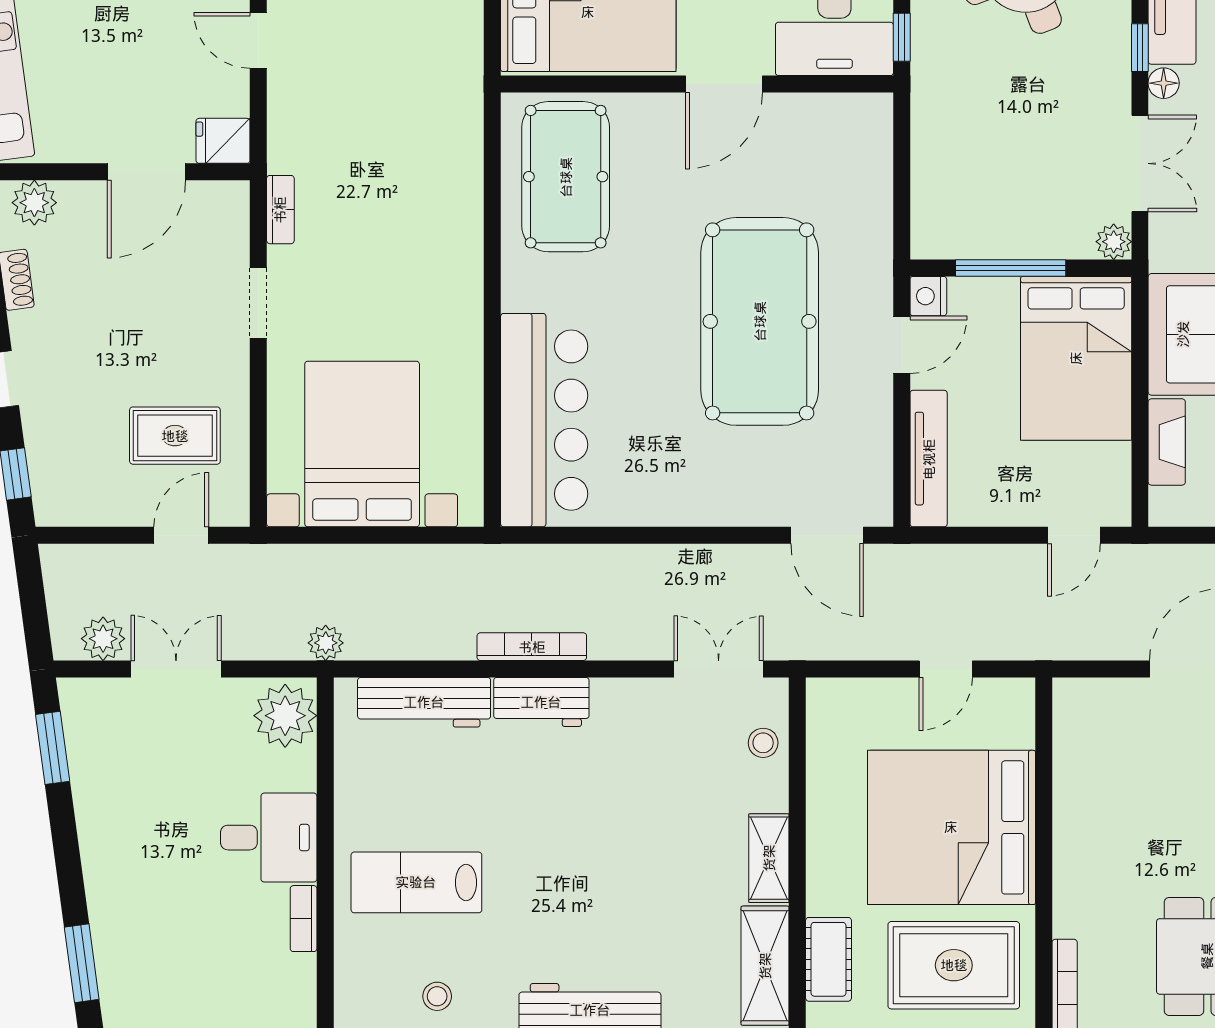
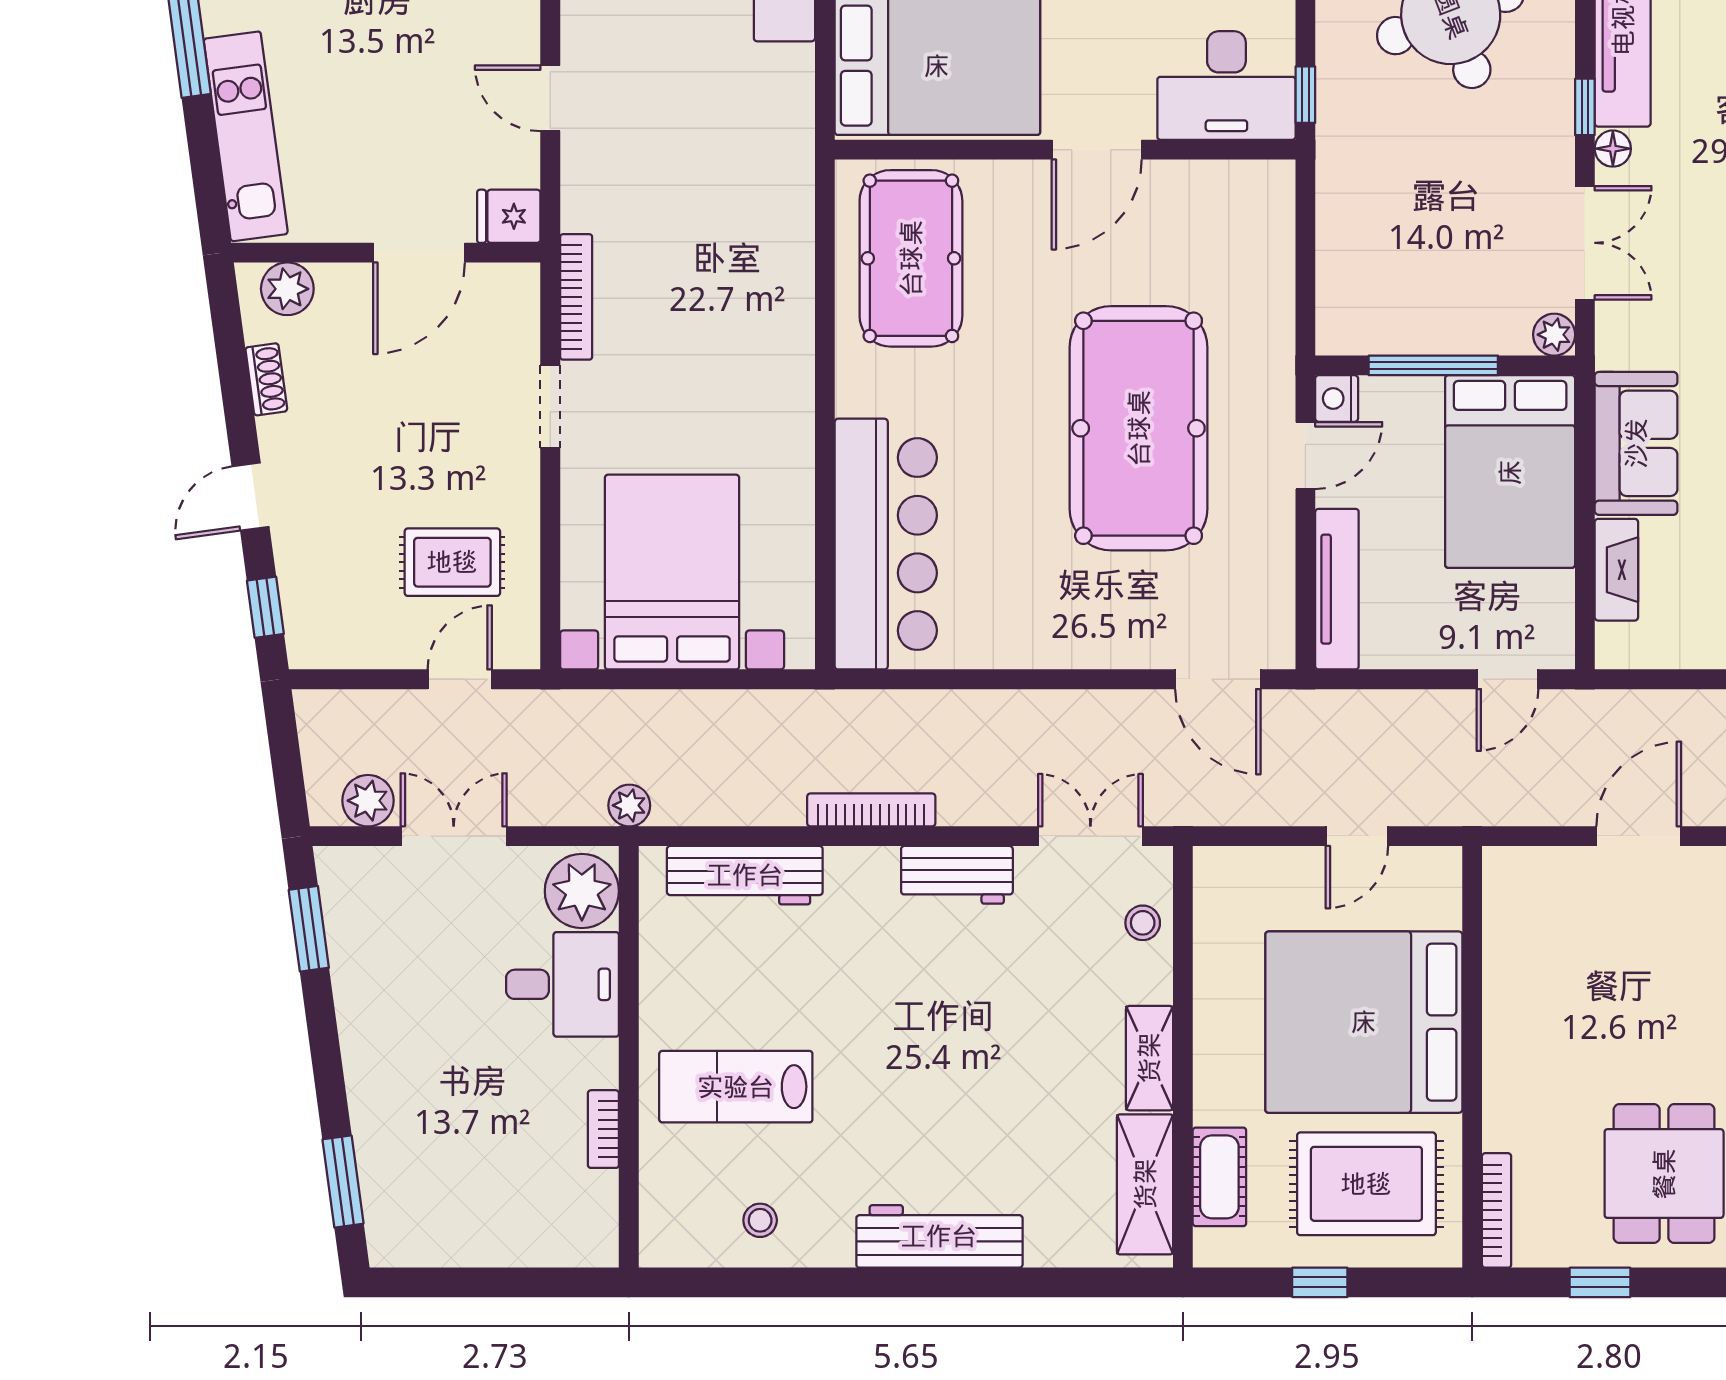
bookcase: (280, 210) -> (576, 297), width x1.56
workbench: (541, 702) -> (957, 875), moved
desk: (269, 838) -> (562, 984), moved

